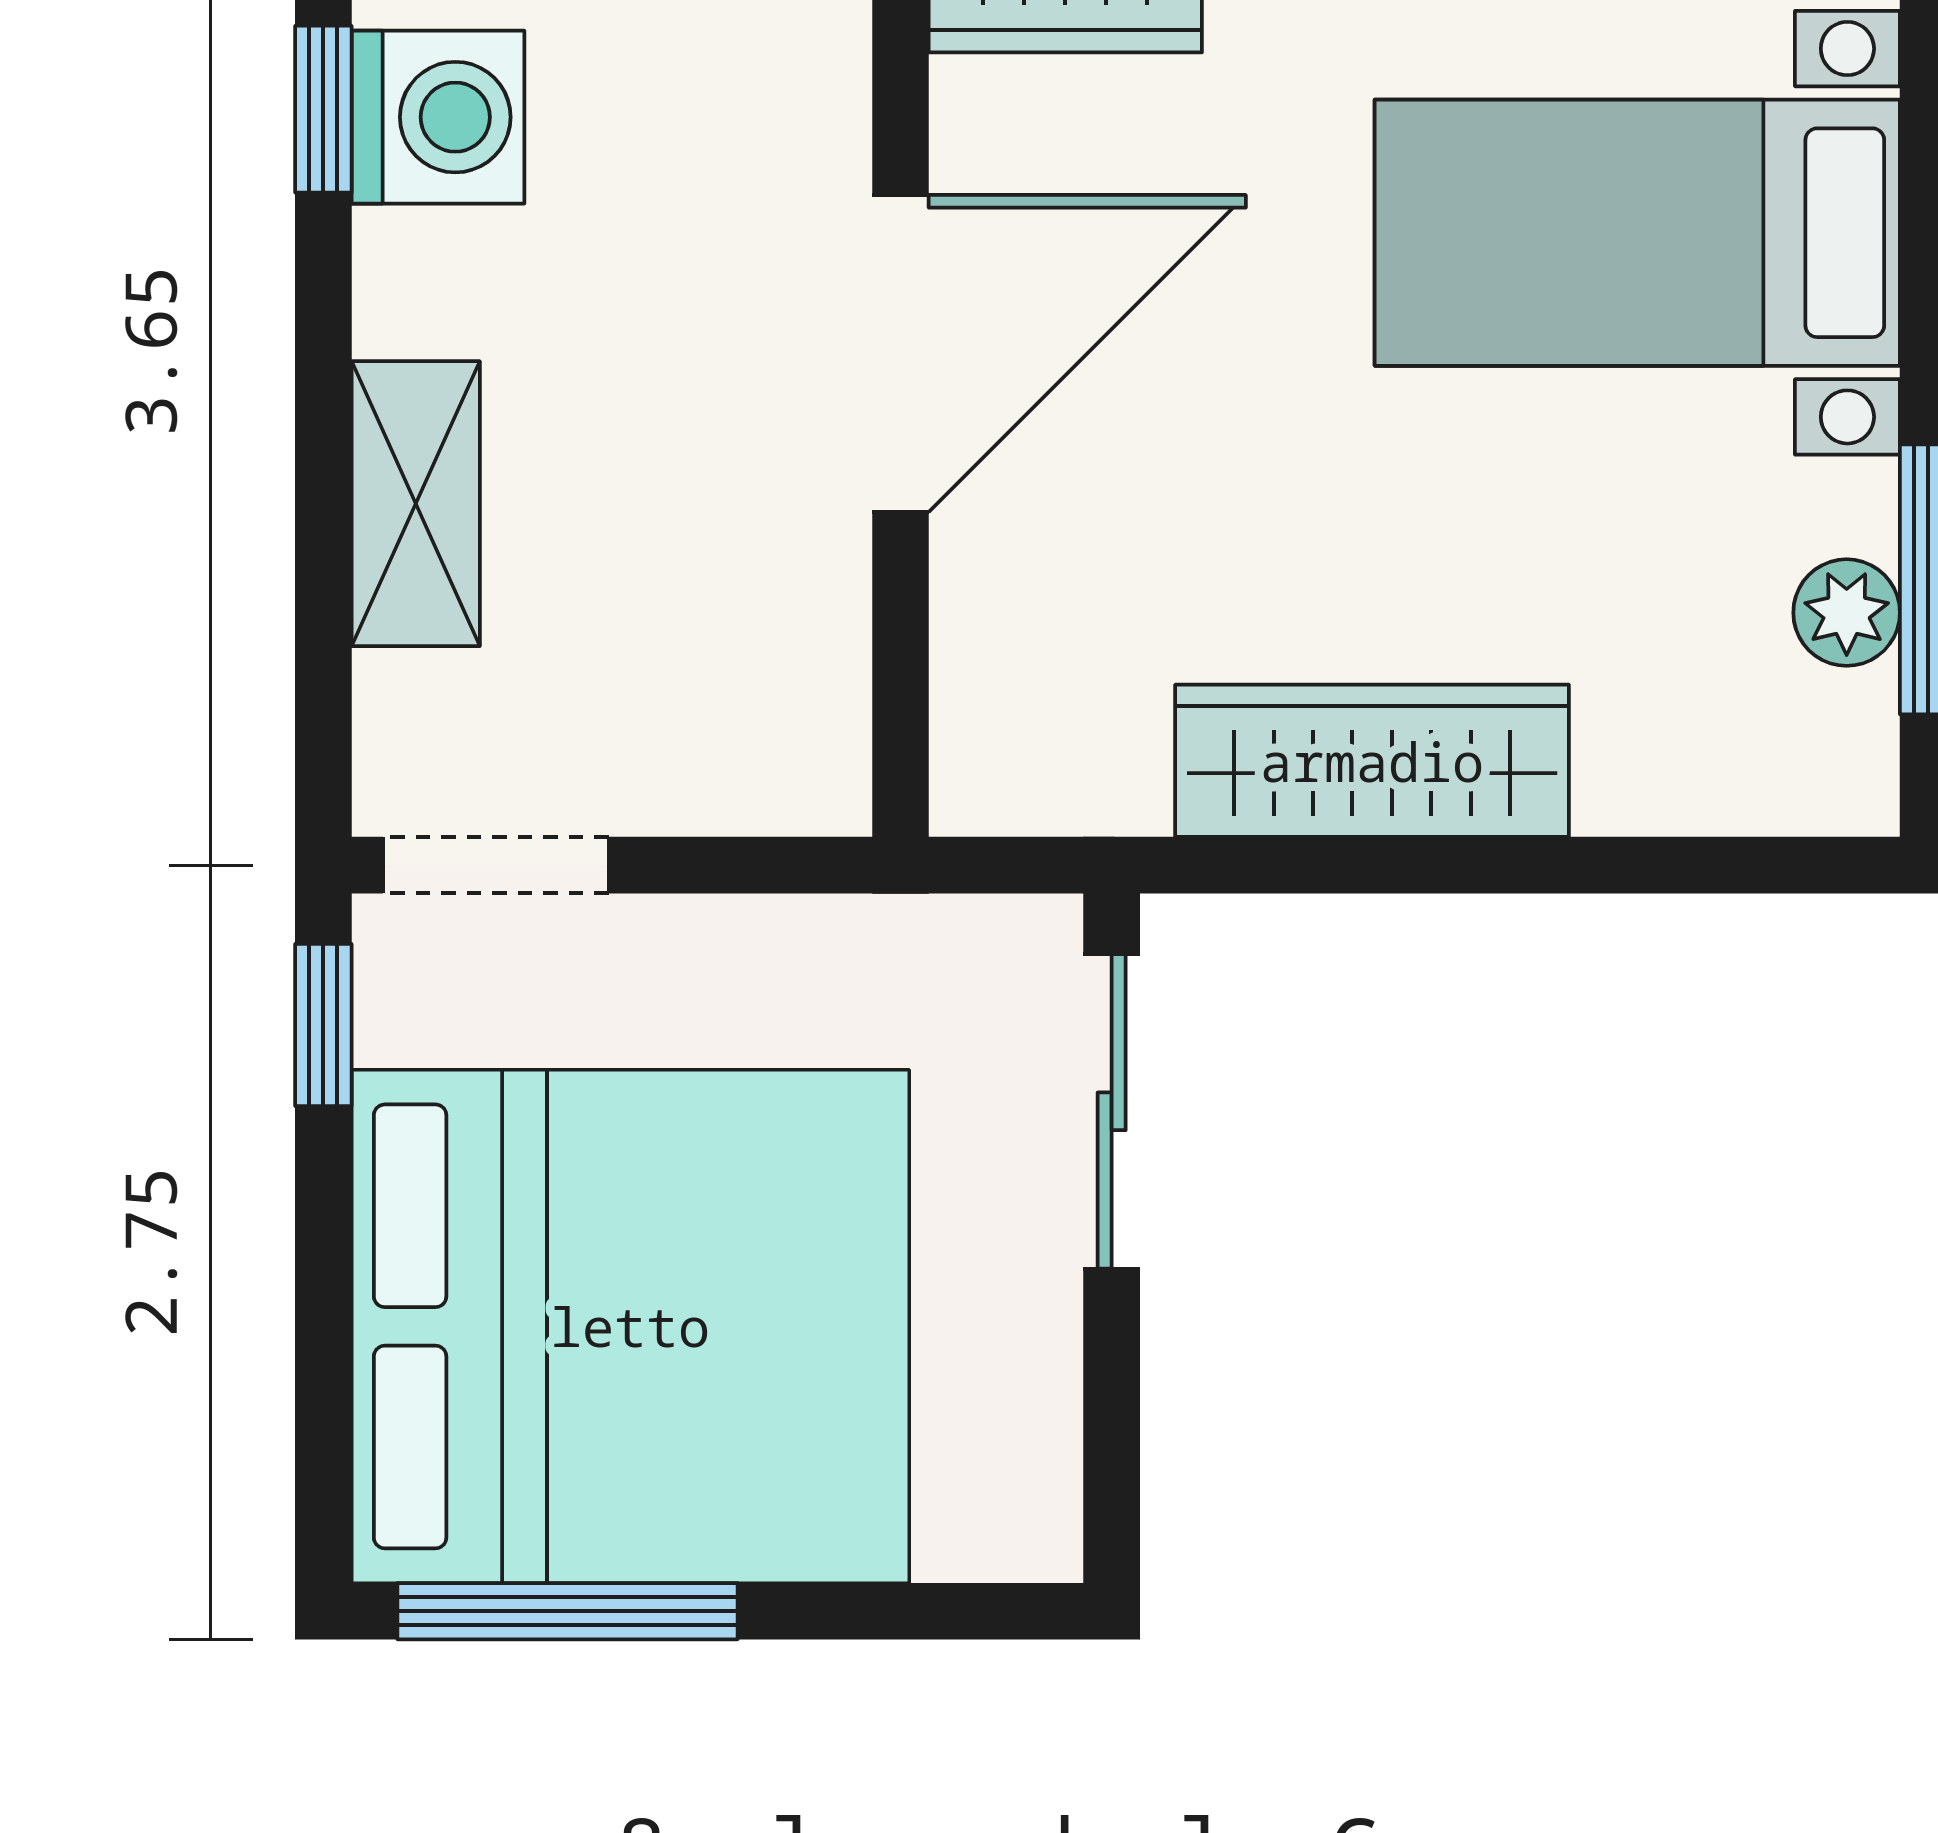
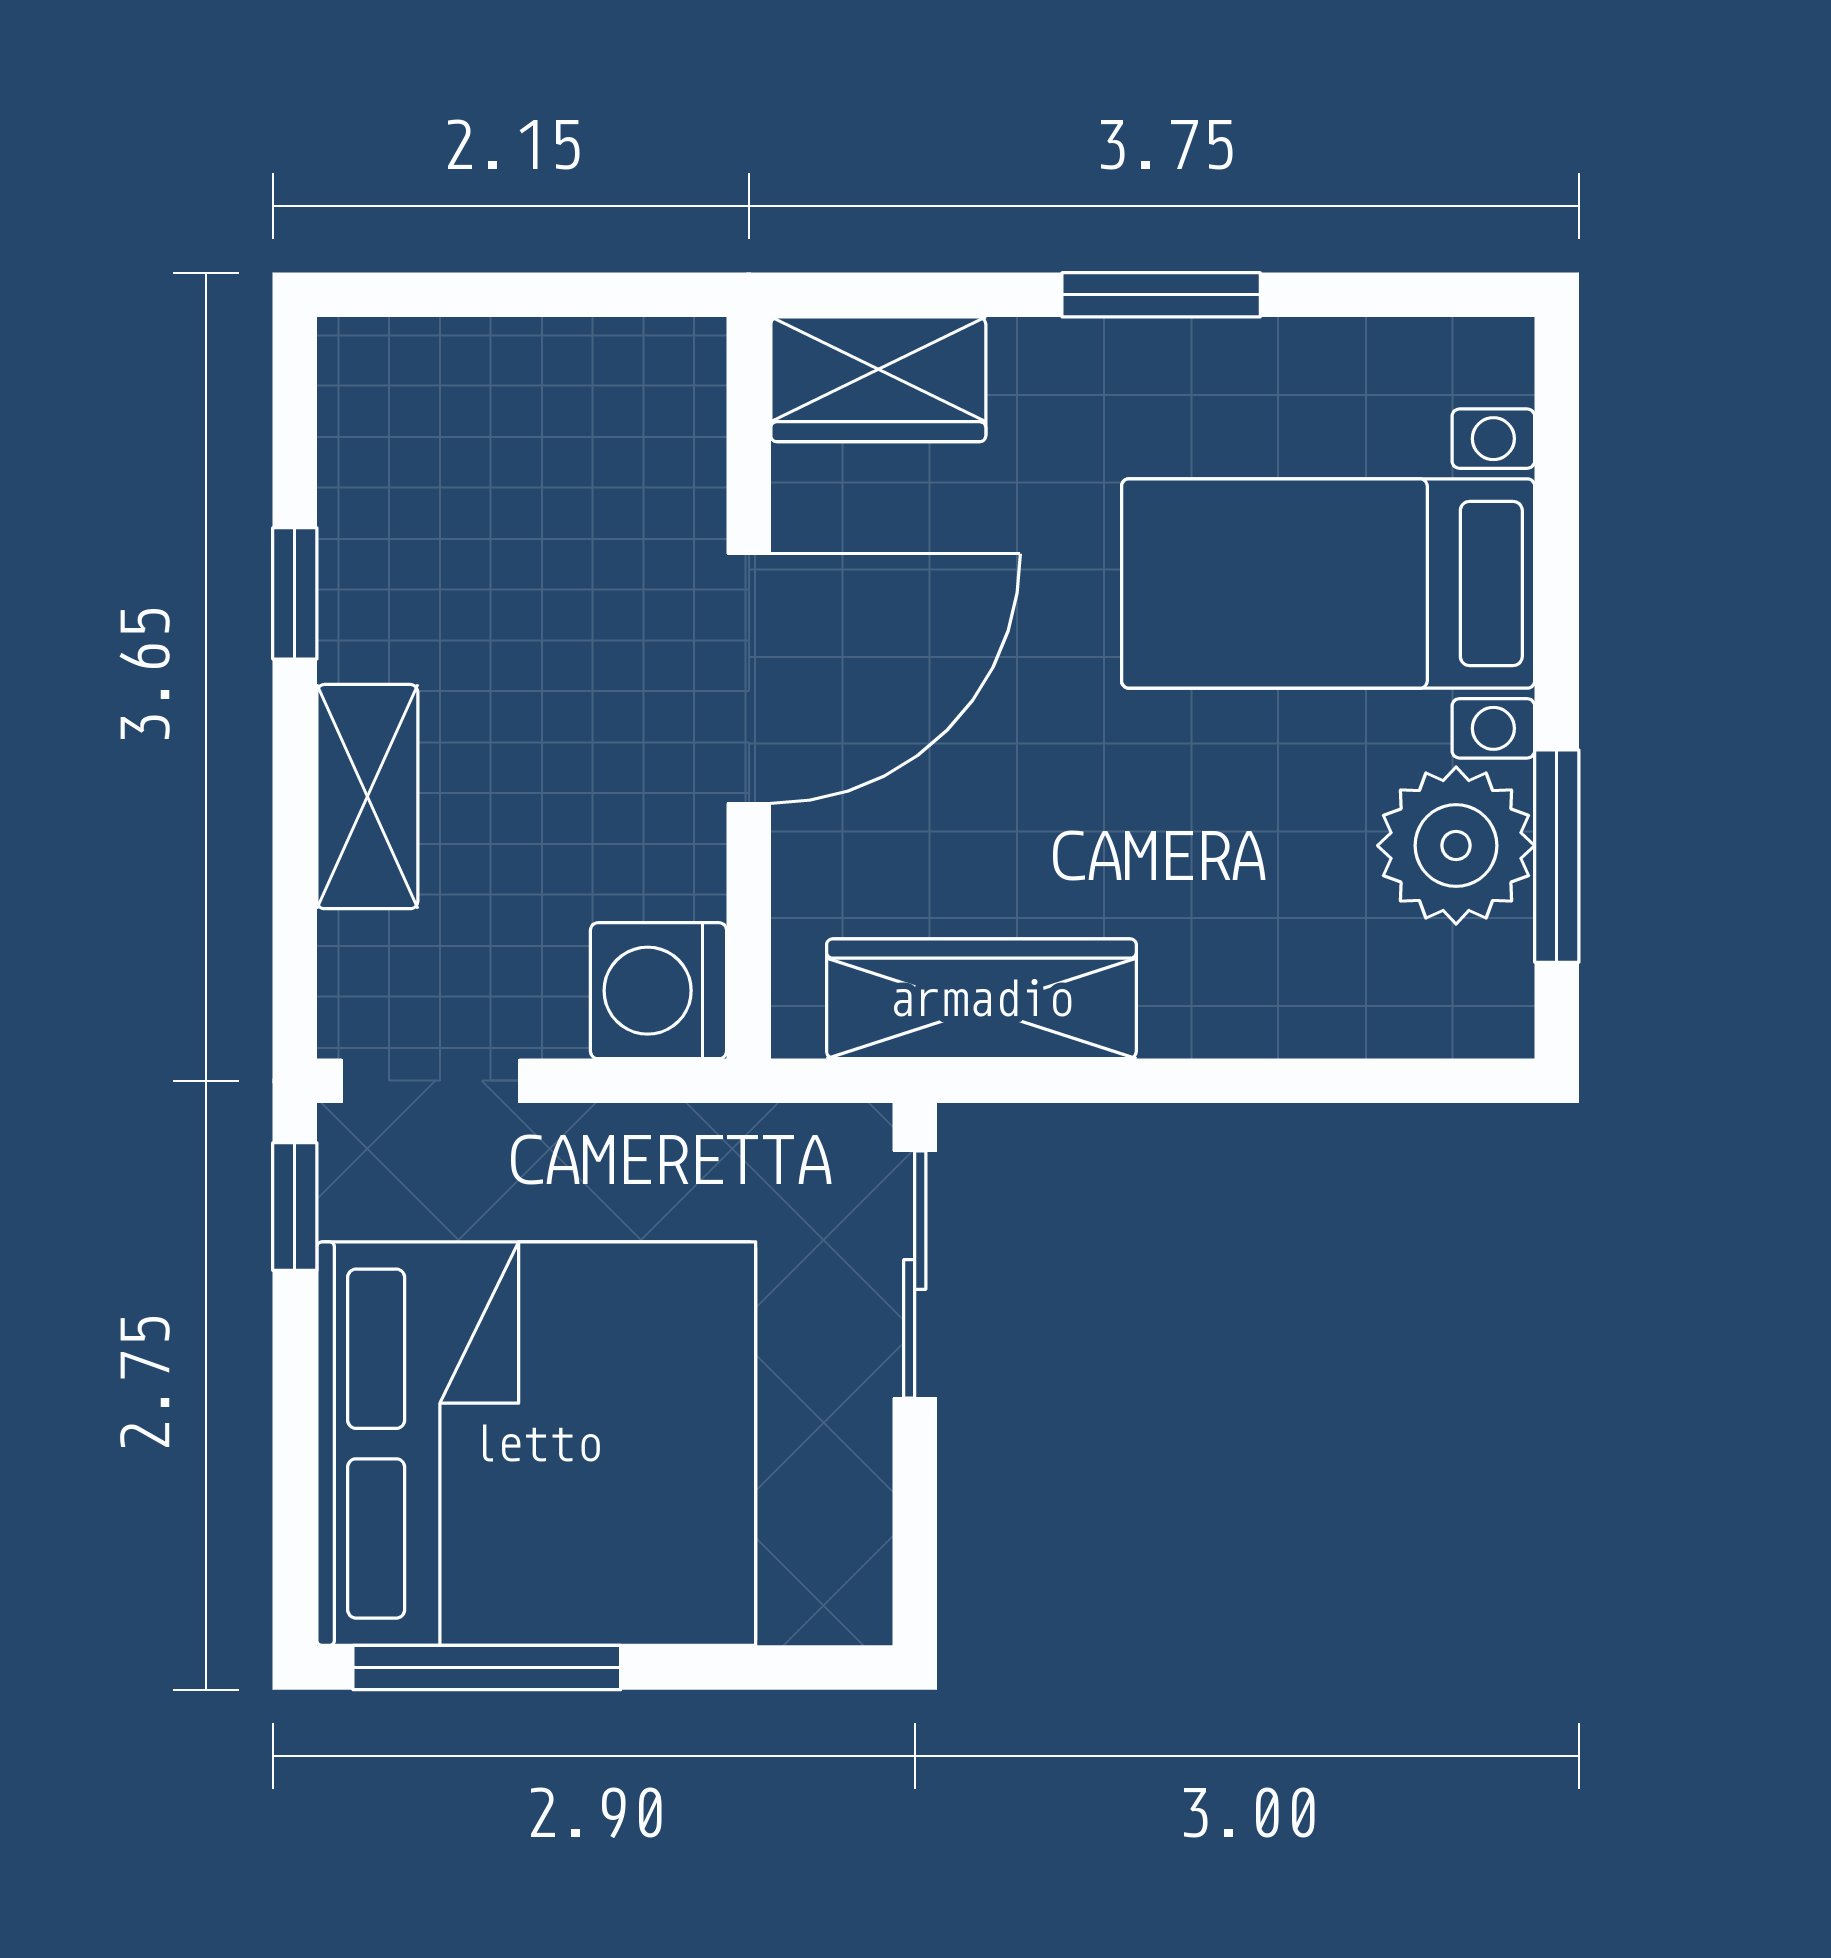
window: (323, 109) -> (295, 593), moved
washing machine: (438, 117) -> (659, 991), moved, turned 180
plant: (1847, 613) -> (1456, 846), width x1.88, depth x1.88
wardrobe: (1372, 761) -> (981, 999), moved

